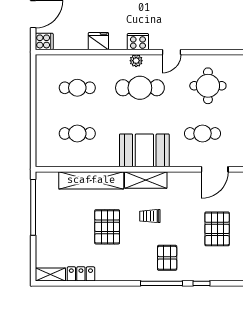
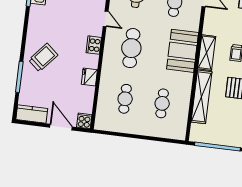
plant: (136, 61) -> (109, 48), removed

